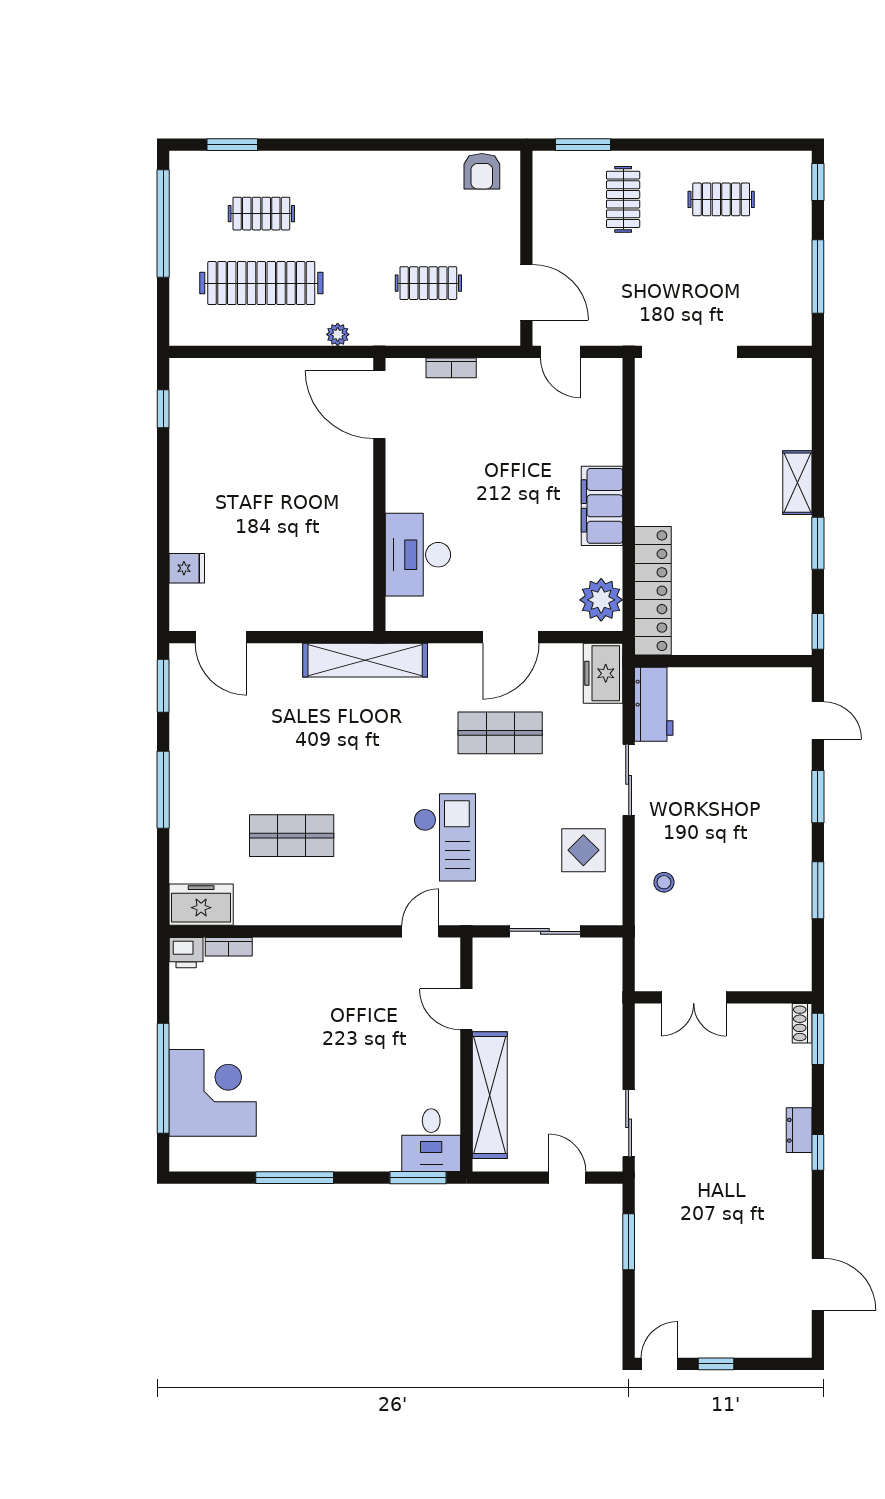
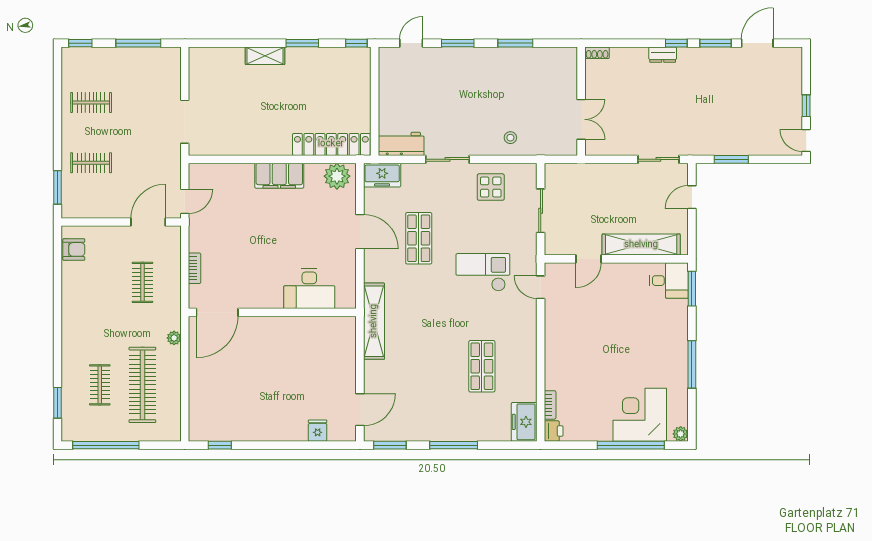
clothes rail: (721, 199) -> (91, 102), turned 90
doorway: (690, 352) -> (185, 122), width x0.73
window: (818, 1039) -> (715, 43), moved
plant: (182, 1159) -> (681, 434), added

